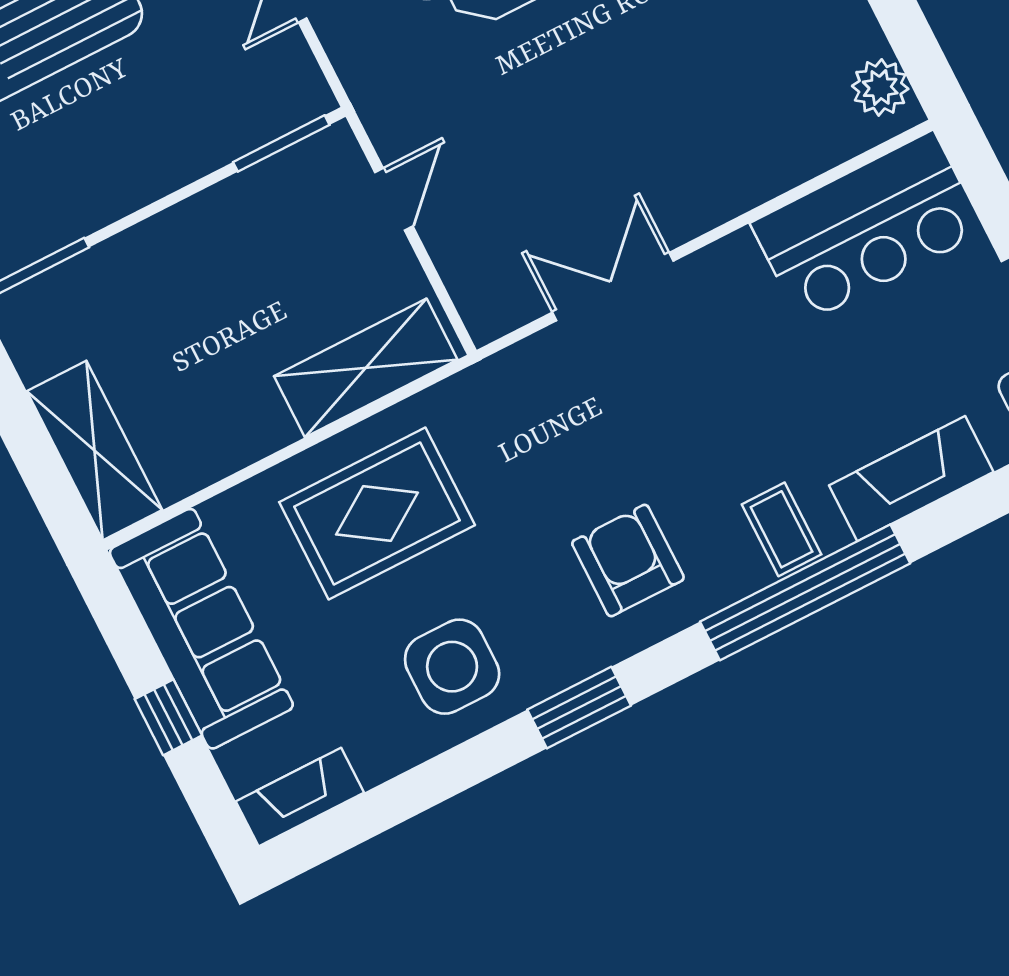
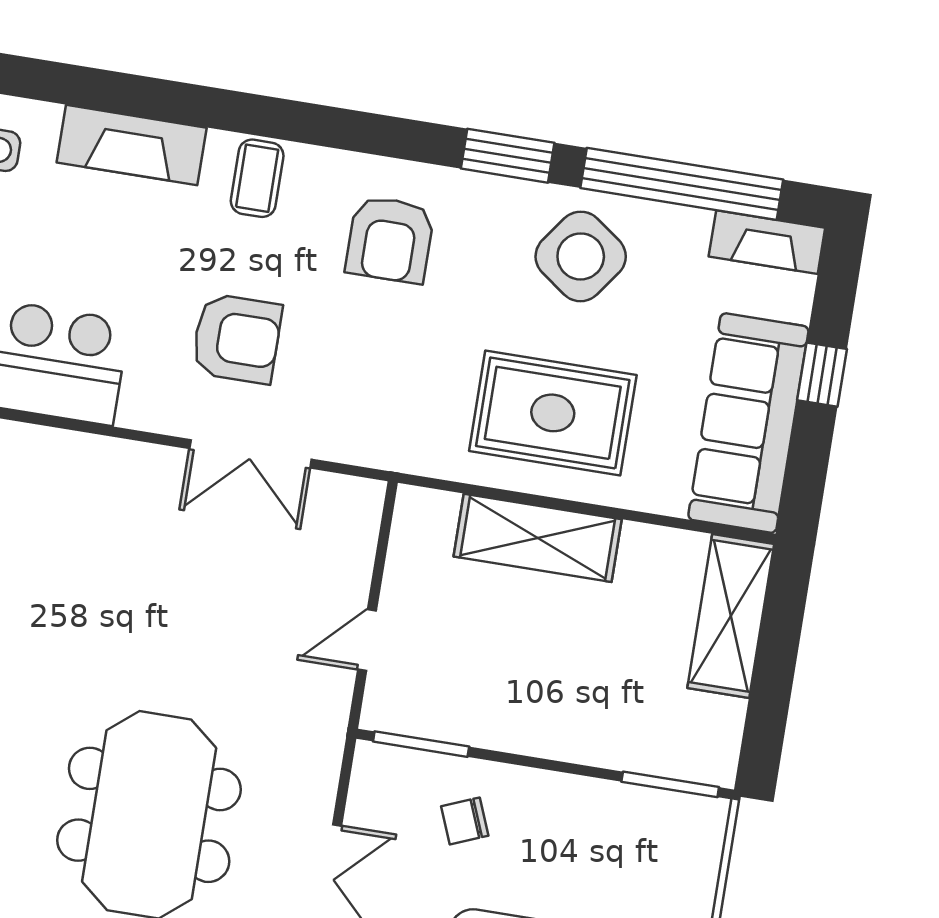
chair: (195, 105) -> (465, 821), added
shelving: (366, 368) -> (538, 538), moved
armchair: (698, 378) -> (237, 339), added
window: (805, 592) -> (682, 184), moved
side table: (452, 667) -> (581, 256), turned 36

